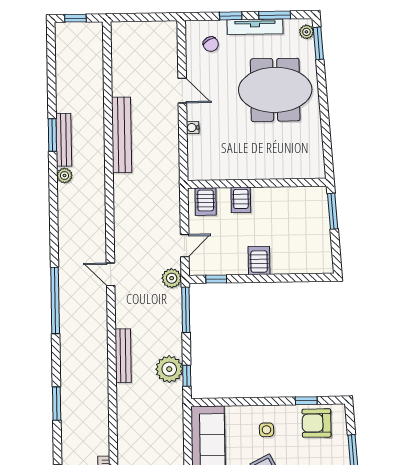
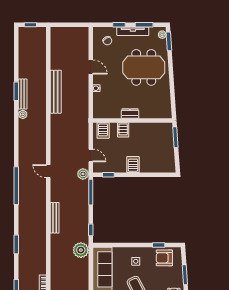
dresser: (252, 171) -> (130, 114), added
door: (185, 246) -> (91, 155), hinge flipped
plant: (169, 369) -> (81, 250), moved

